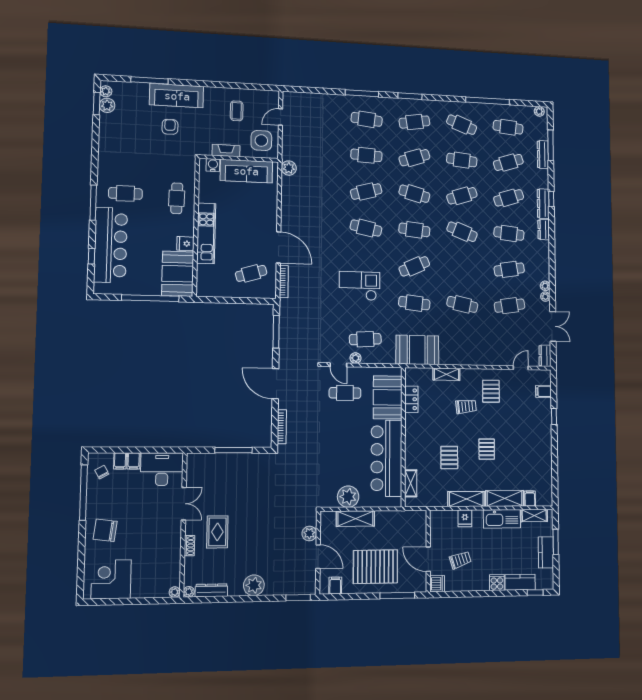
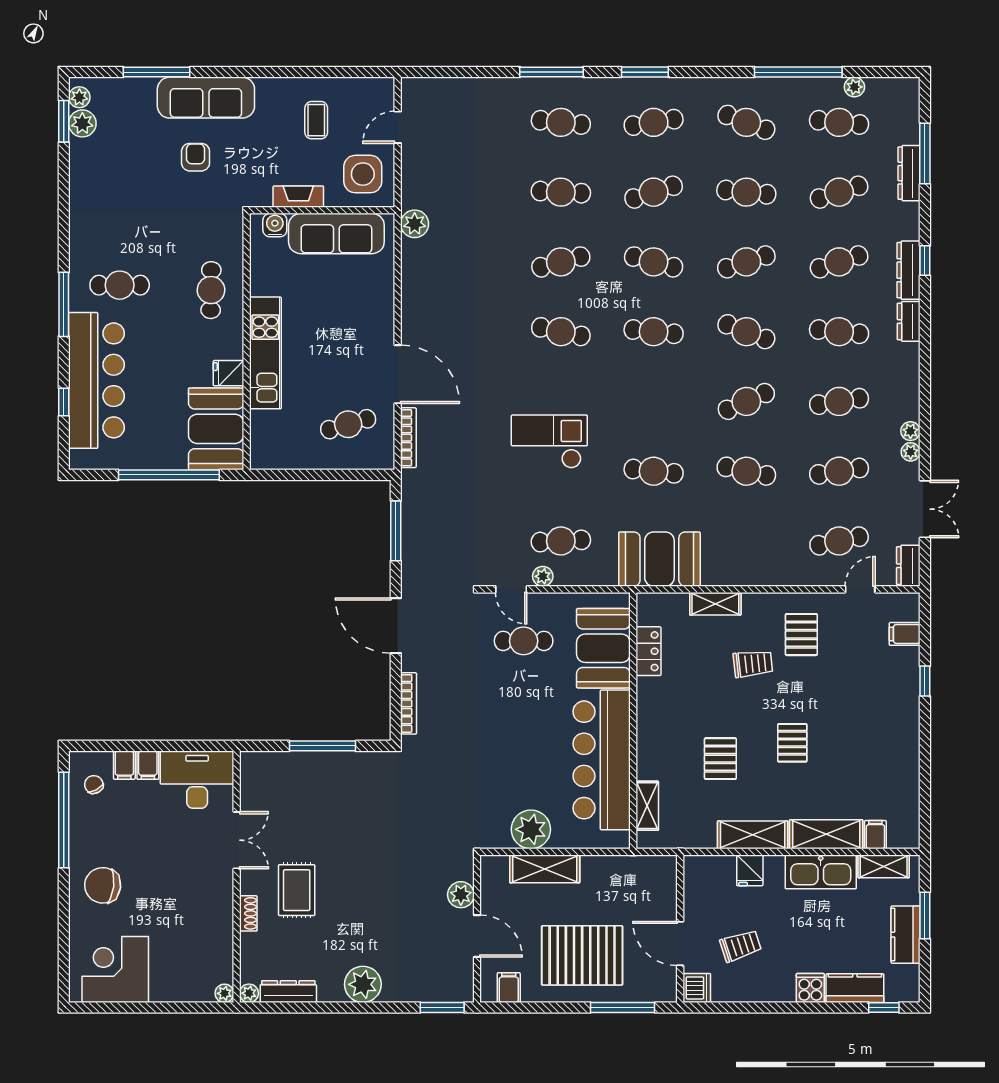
plant: (539, 111) -> (854, 87), moved
cafe table: (414, 266) -> (746, 401), moved
cafe table: (510, 342) -> (839, 541), added

